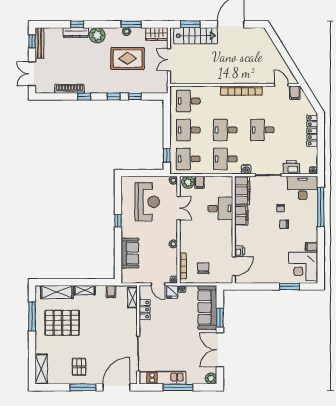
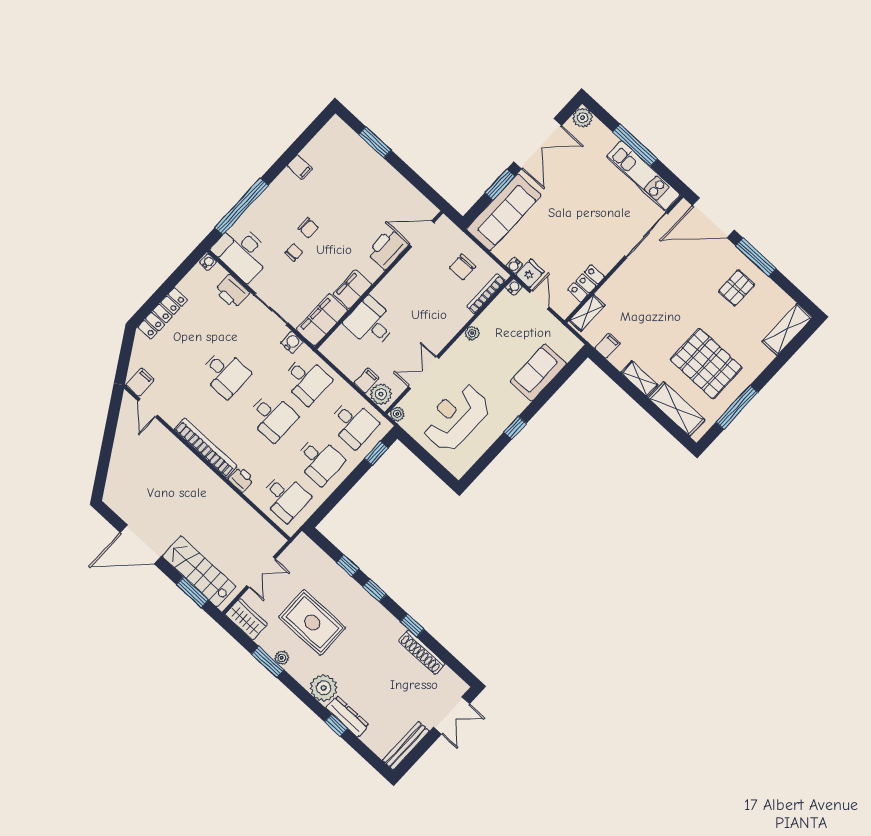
window: (32, 41) -> (413, 757), removed
printer: (214, 91) -> (241, 479), added
printer: (240, 251) -> (388, 249), width x1.87, depth x1.48
corner desk: (303, 266) -> (334, 152), removed

